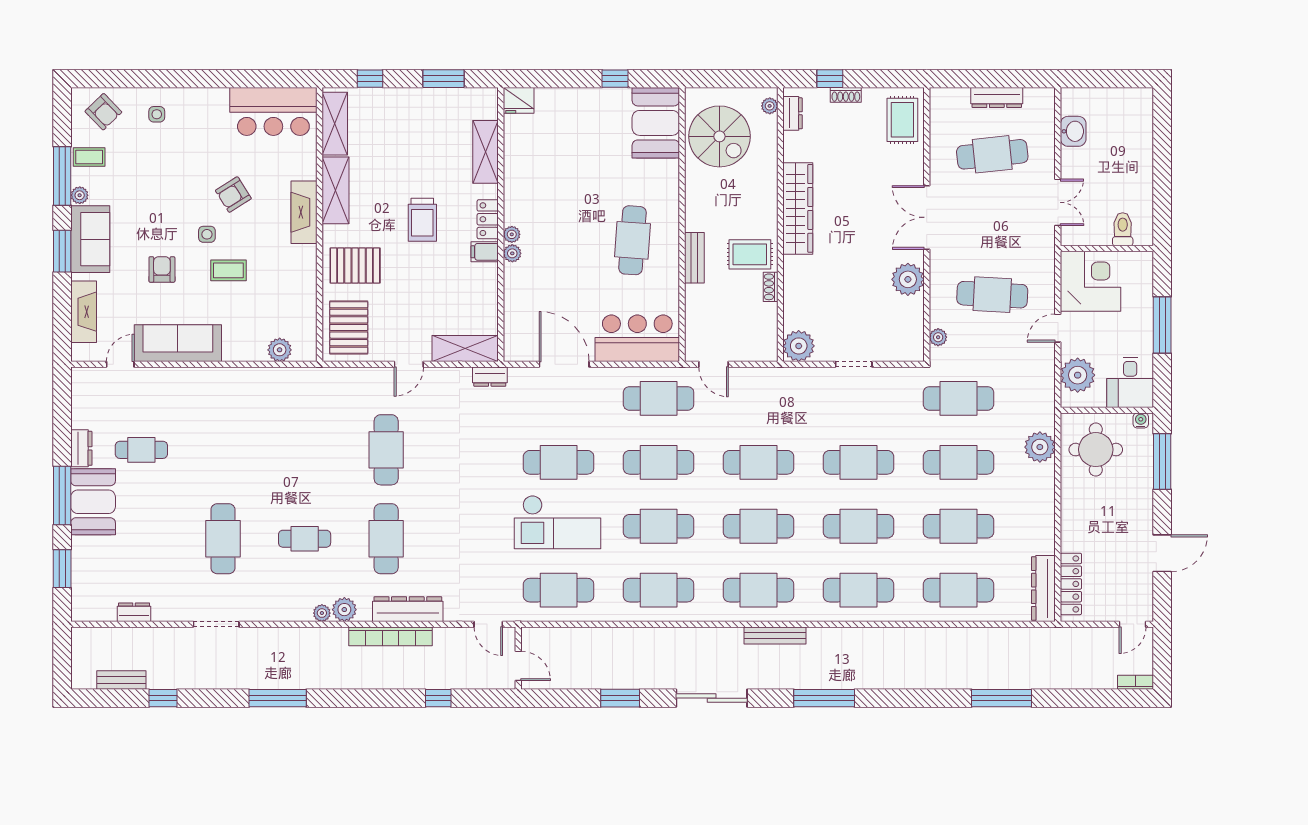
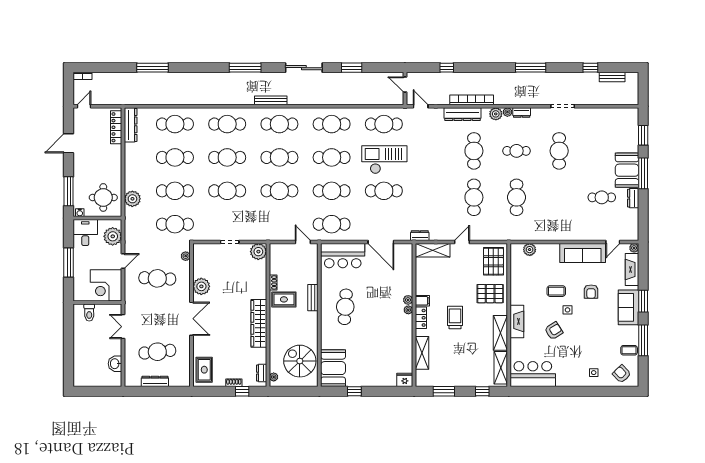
plant: (80, 195) -> (634, 248), moved
cafe table: (305, 450) -> (517, 197), added
dresser: (134, 612) -> (522, 113), moved

